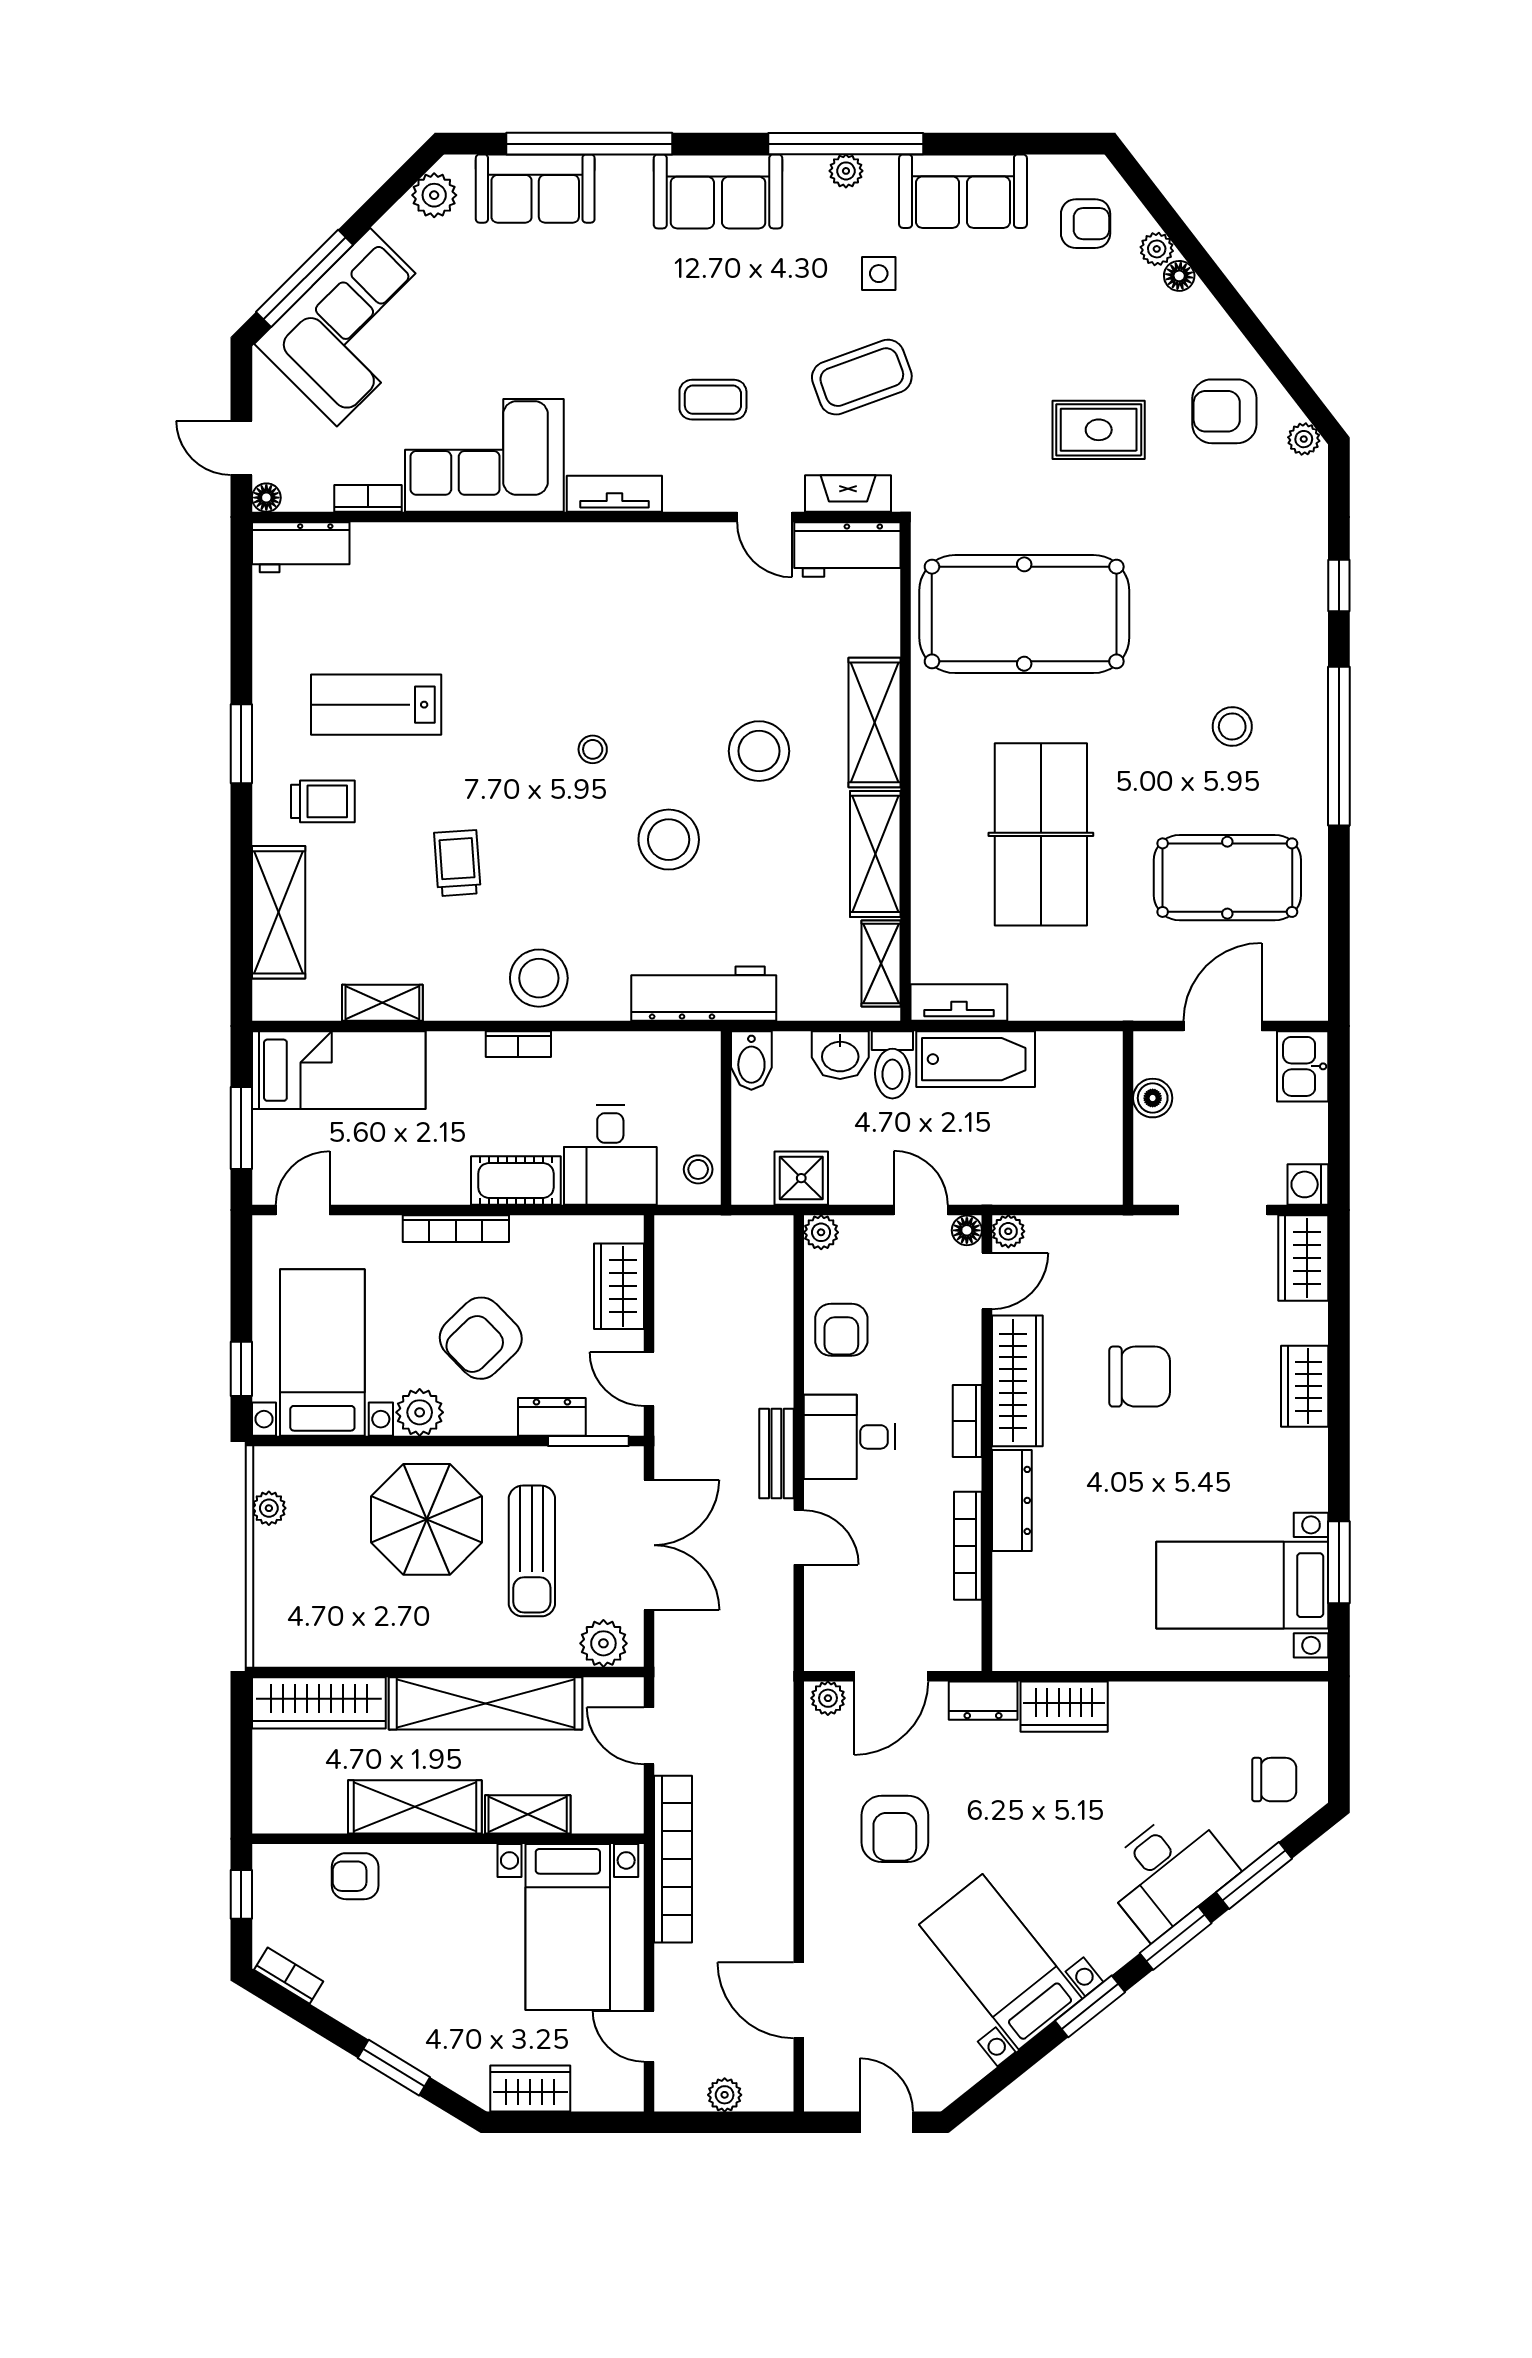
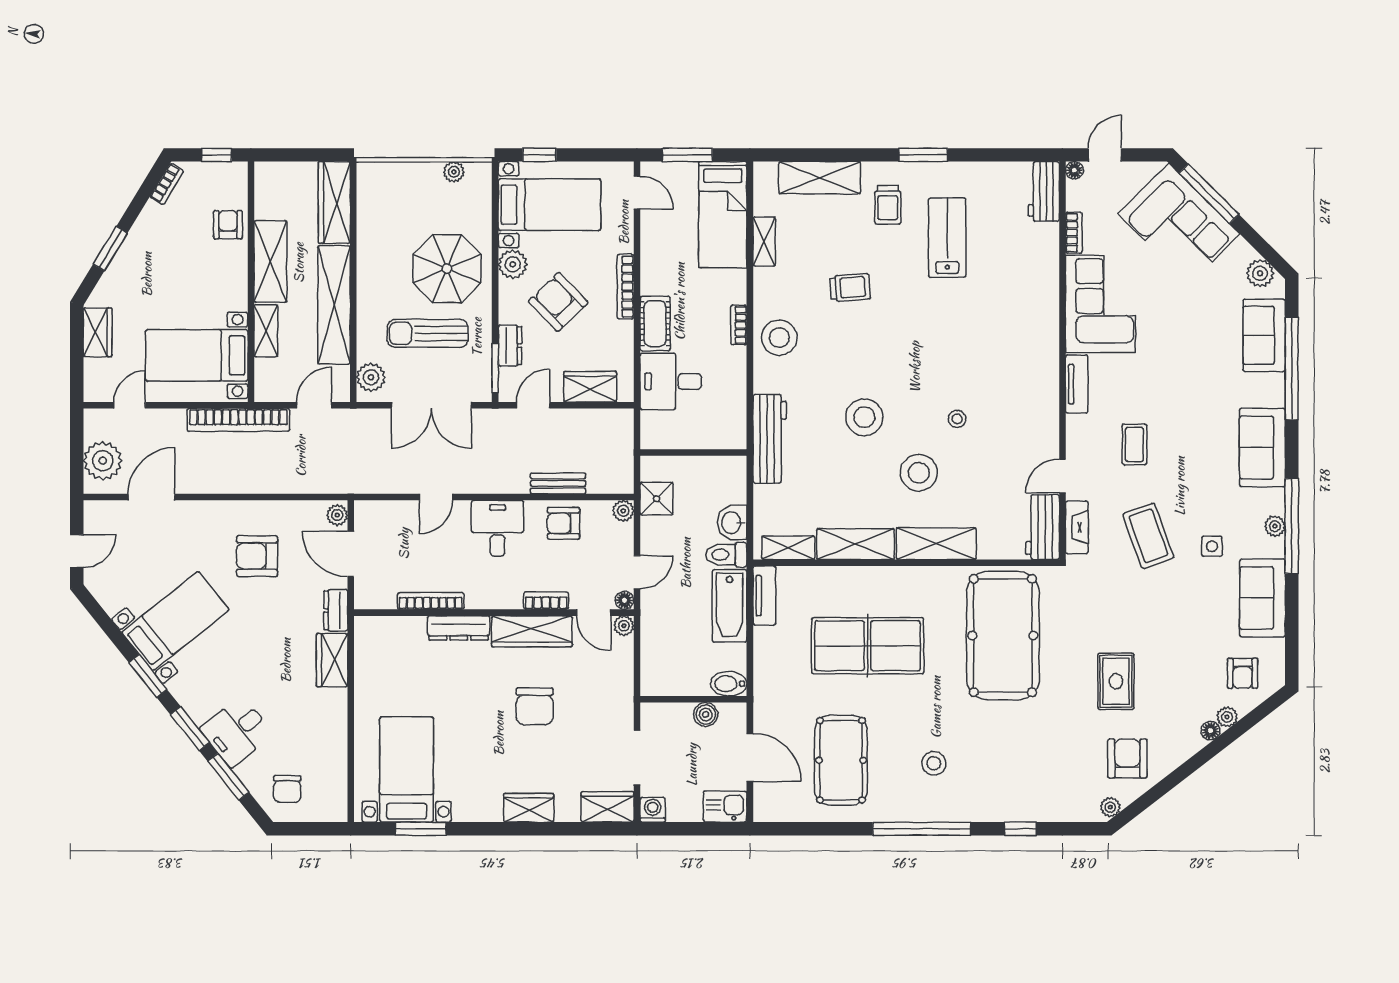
stool: (593, 749) -> (957, 419), moved
bidet: (751, 1061) -> (729, 684), moved
stool: (698, 1169) -> (662, 435), removed
bookcase: (967, 1421) -> (546, 601), moved
bench: (776, 1453) -> (558, 483), moved
desk: (1168, 1872) -> (237, 731), width x0.73
plant: (725, 2095) -> (103, 461), width x1.87, depth x1.87

